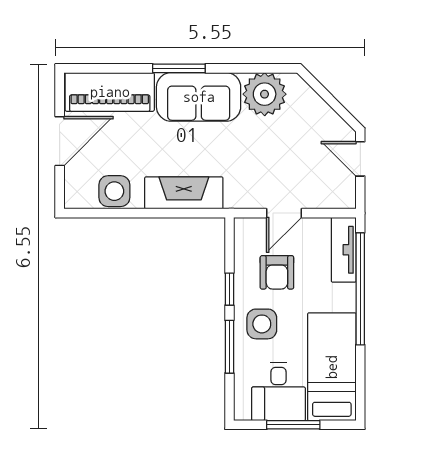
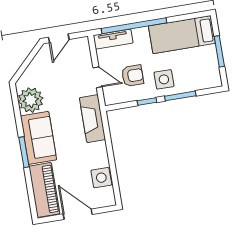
fireplace: (184, 193) -> (92, 119), moved
desk: (279, 392) -> (201, 63), removed

